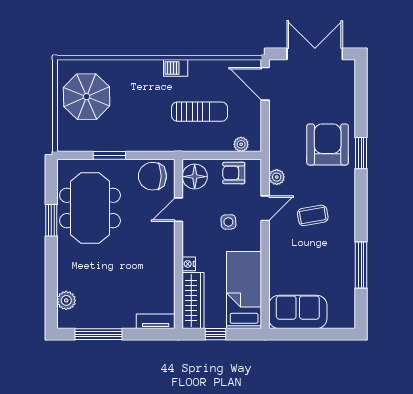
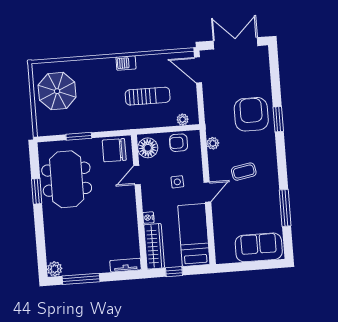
door: (265, 208) -> (207, 192), moved
plant: (66, 300) -> (55, 269), moved
sofa: (298, 312) -> (259, 247), moved

